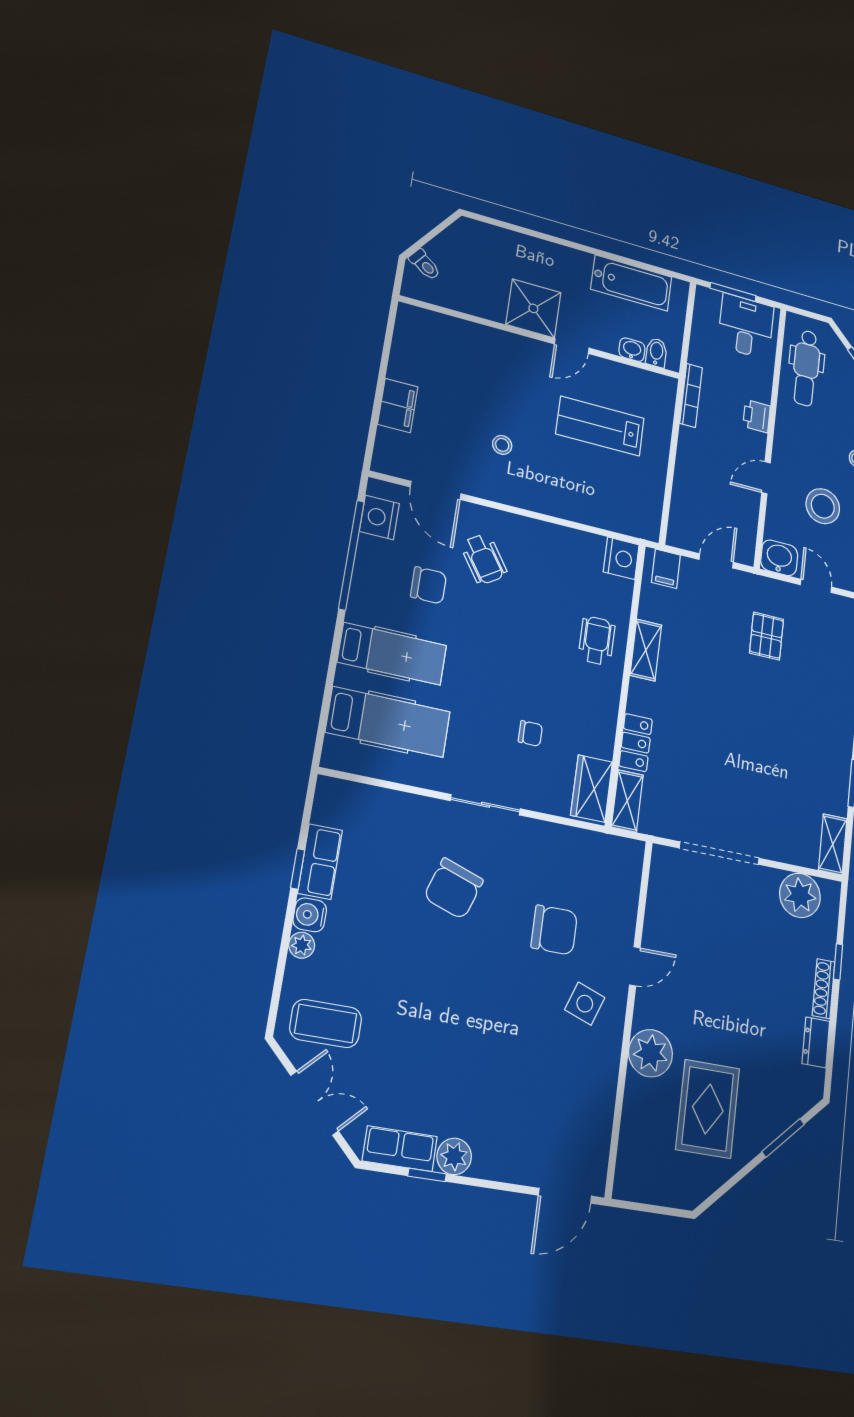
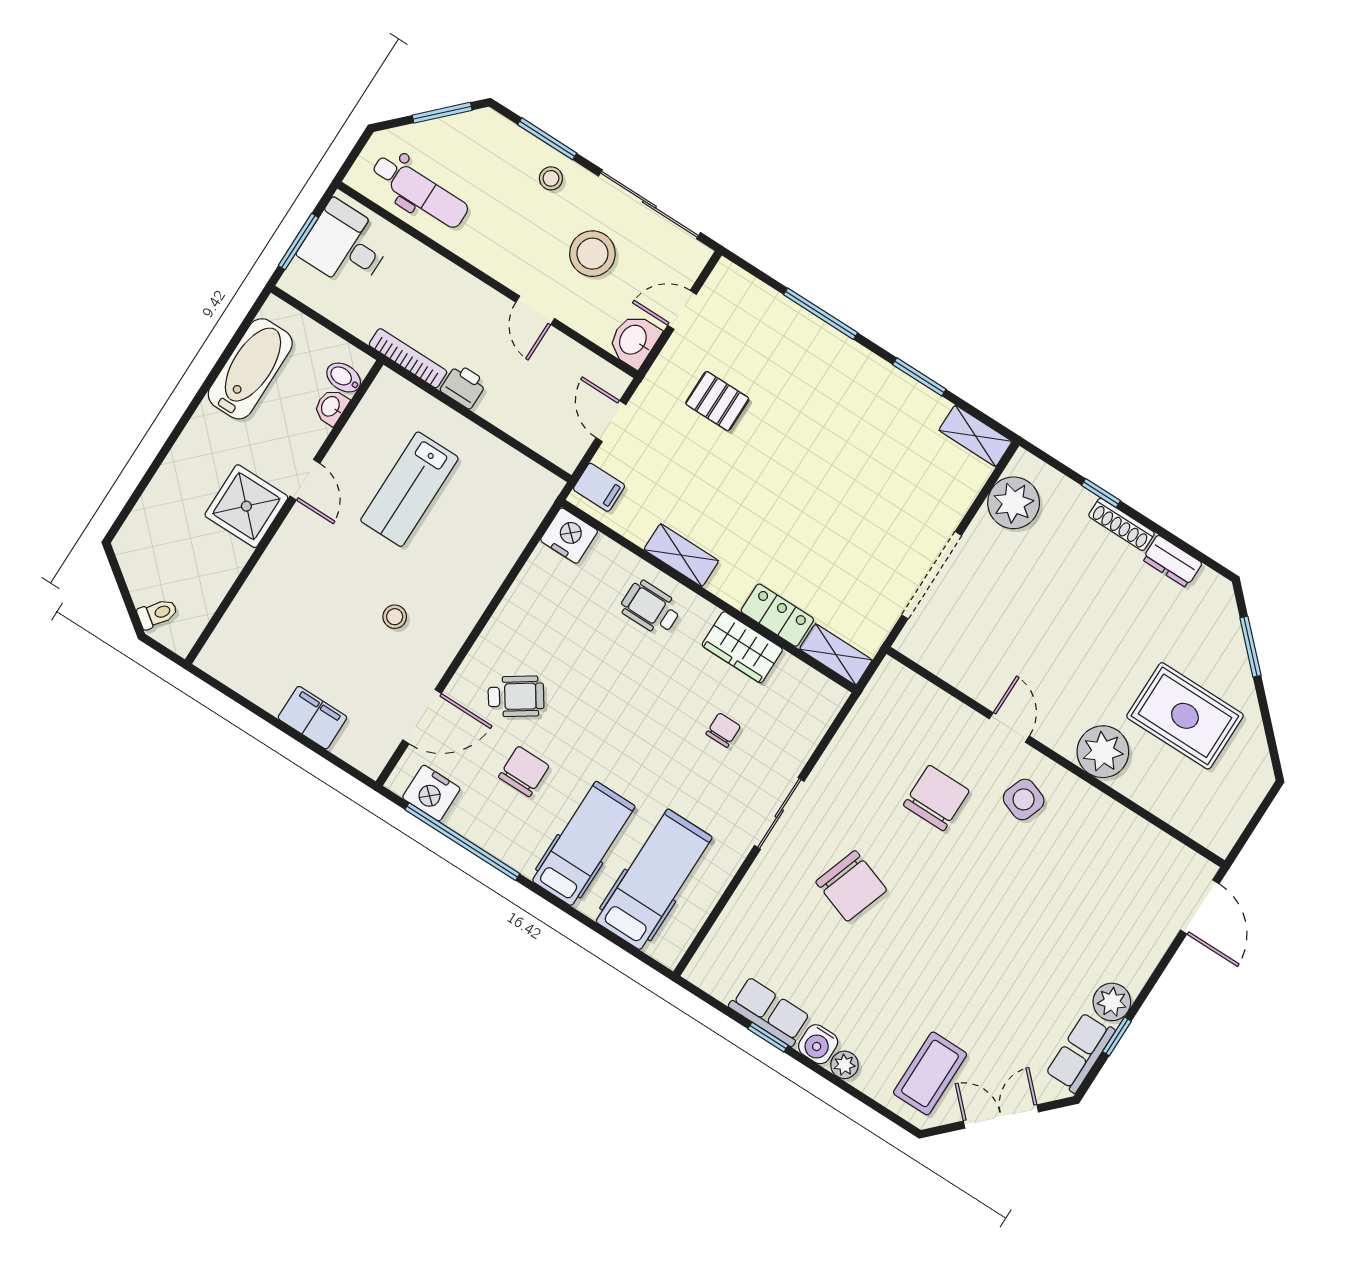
printer: (757, 416) -> (464, 386), moved, turned 180
wardrobe: (592, 789) -> (742, 647), moved

